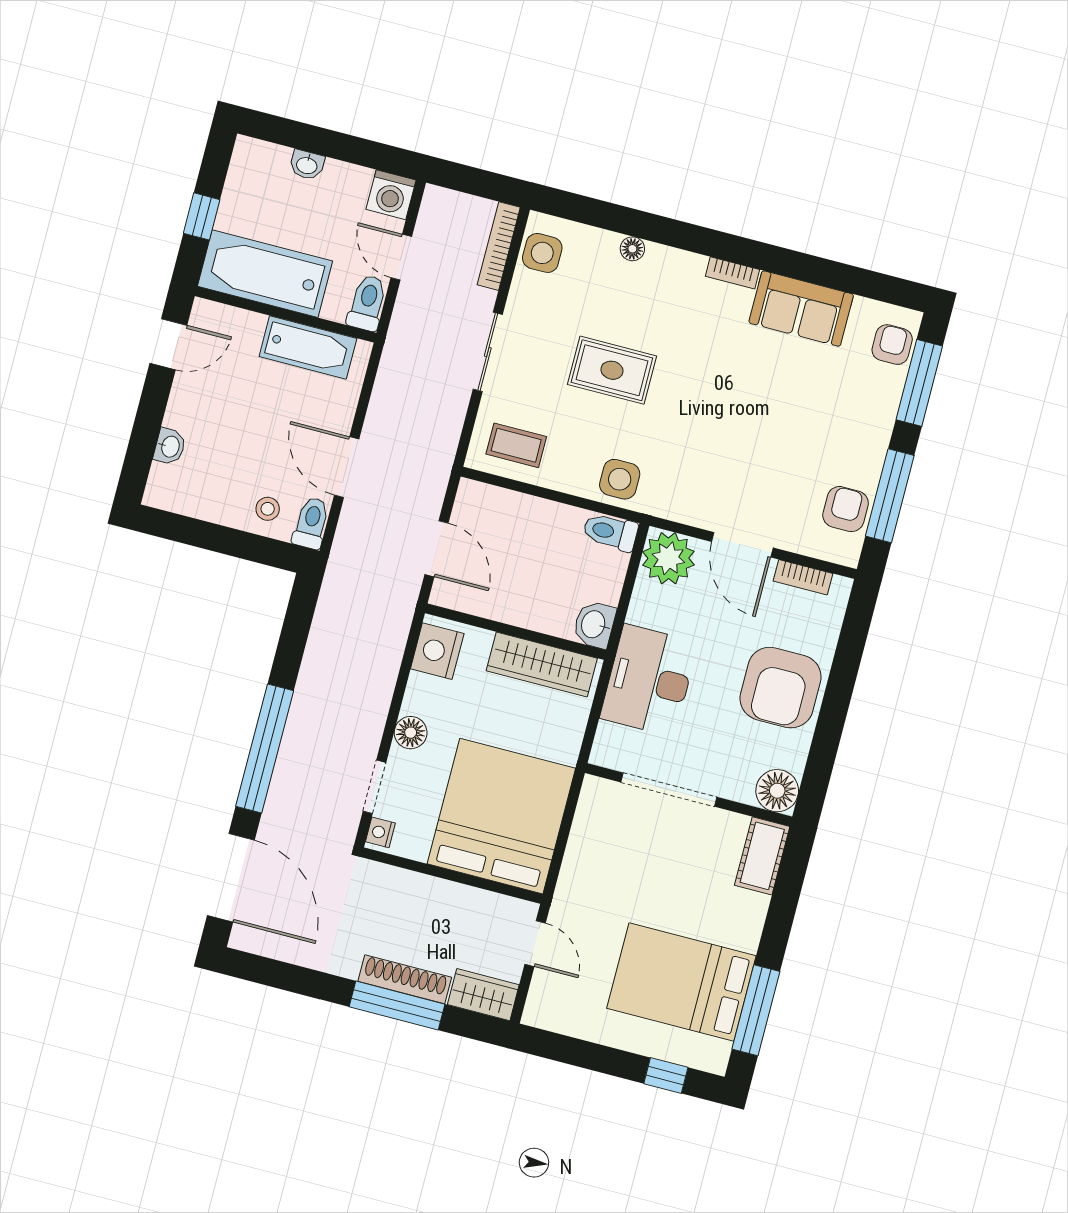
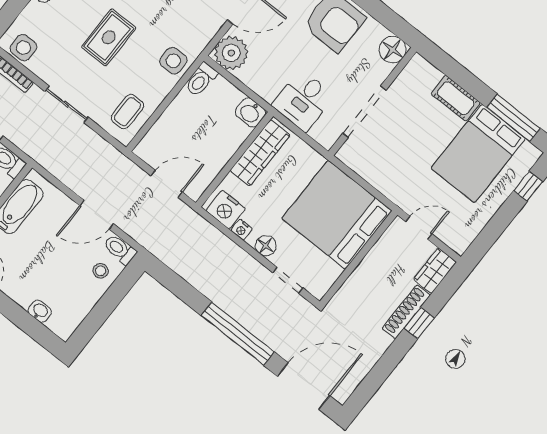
desk: (649, 680) -> (303, 100), width x0.73
nightstand: (380, 832) -> (242, 230), moved
cot: (762, 856) -> (456, 98), moved
window: (397, 1005) -> (419, 323), width x0.46

